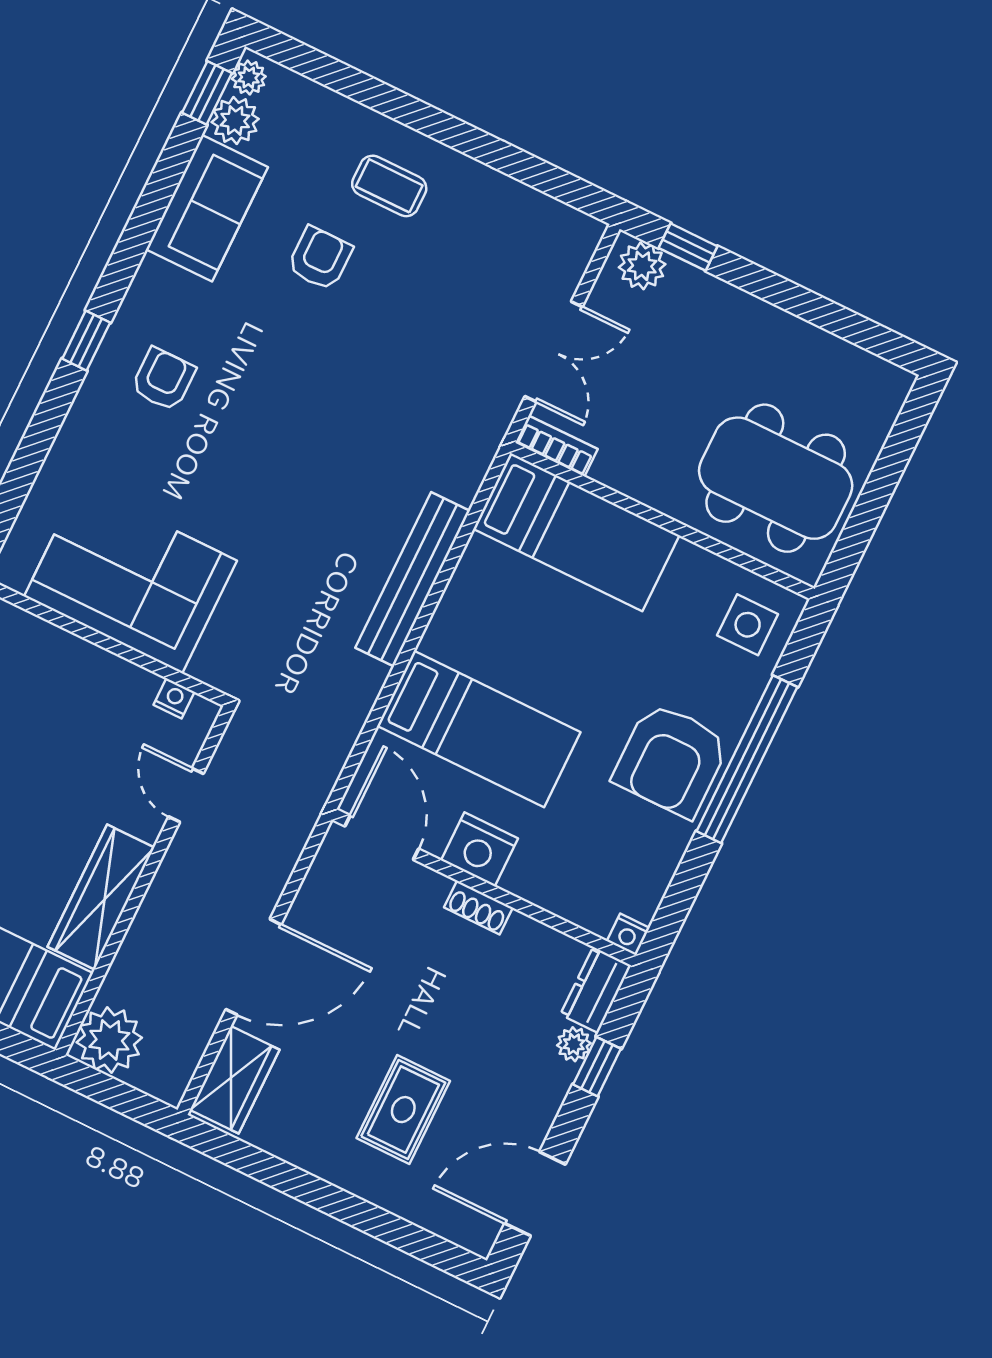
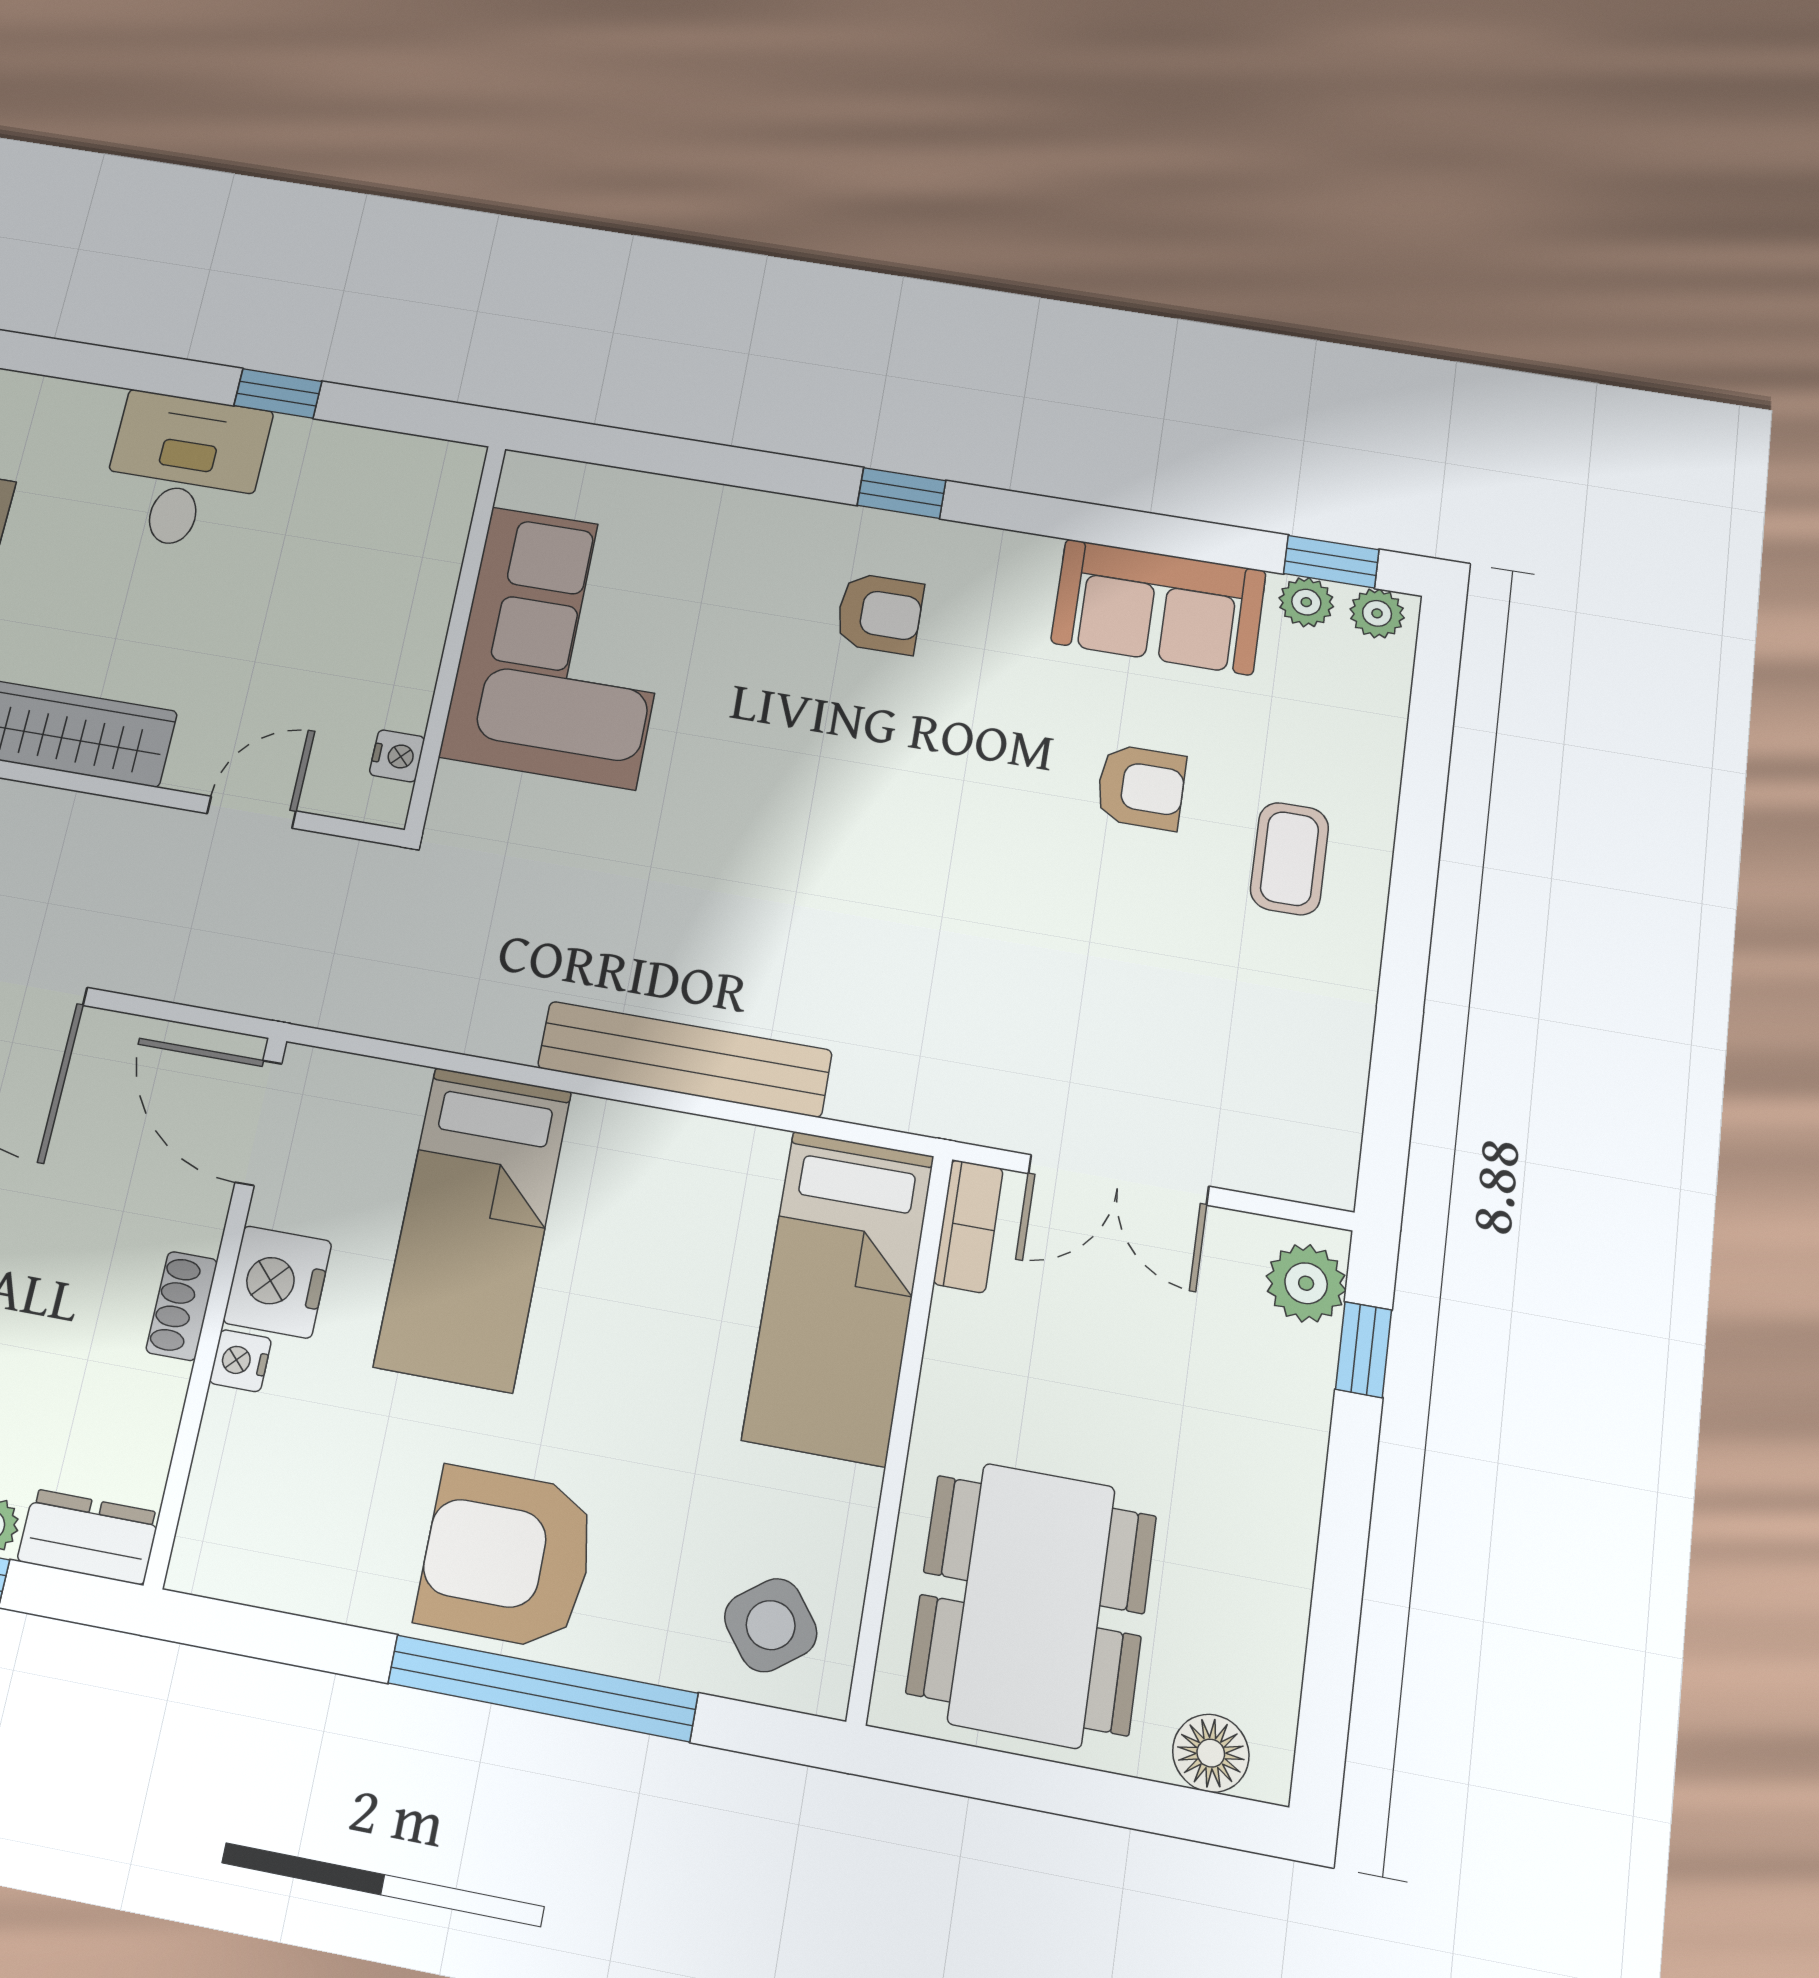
plant: (235, 121) -> (1306, 602), width x0.73, depth x0.73
floor lamp: (880, 407) -> (1211, 1753), added
side table: (748, 625) -> (771, 1625), turned -37
door: (382, 838) -> (258, 1123), swing flipped
nightstand: (628, 935) -> (240, 1361), moved

